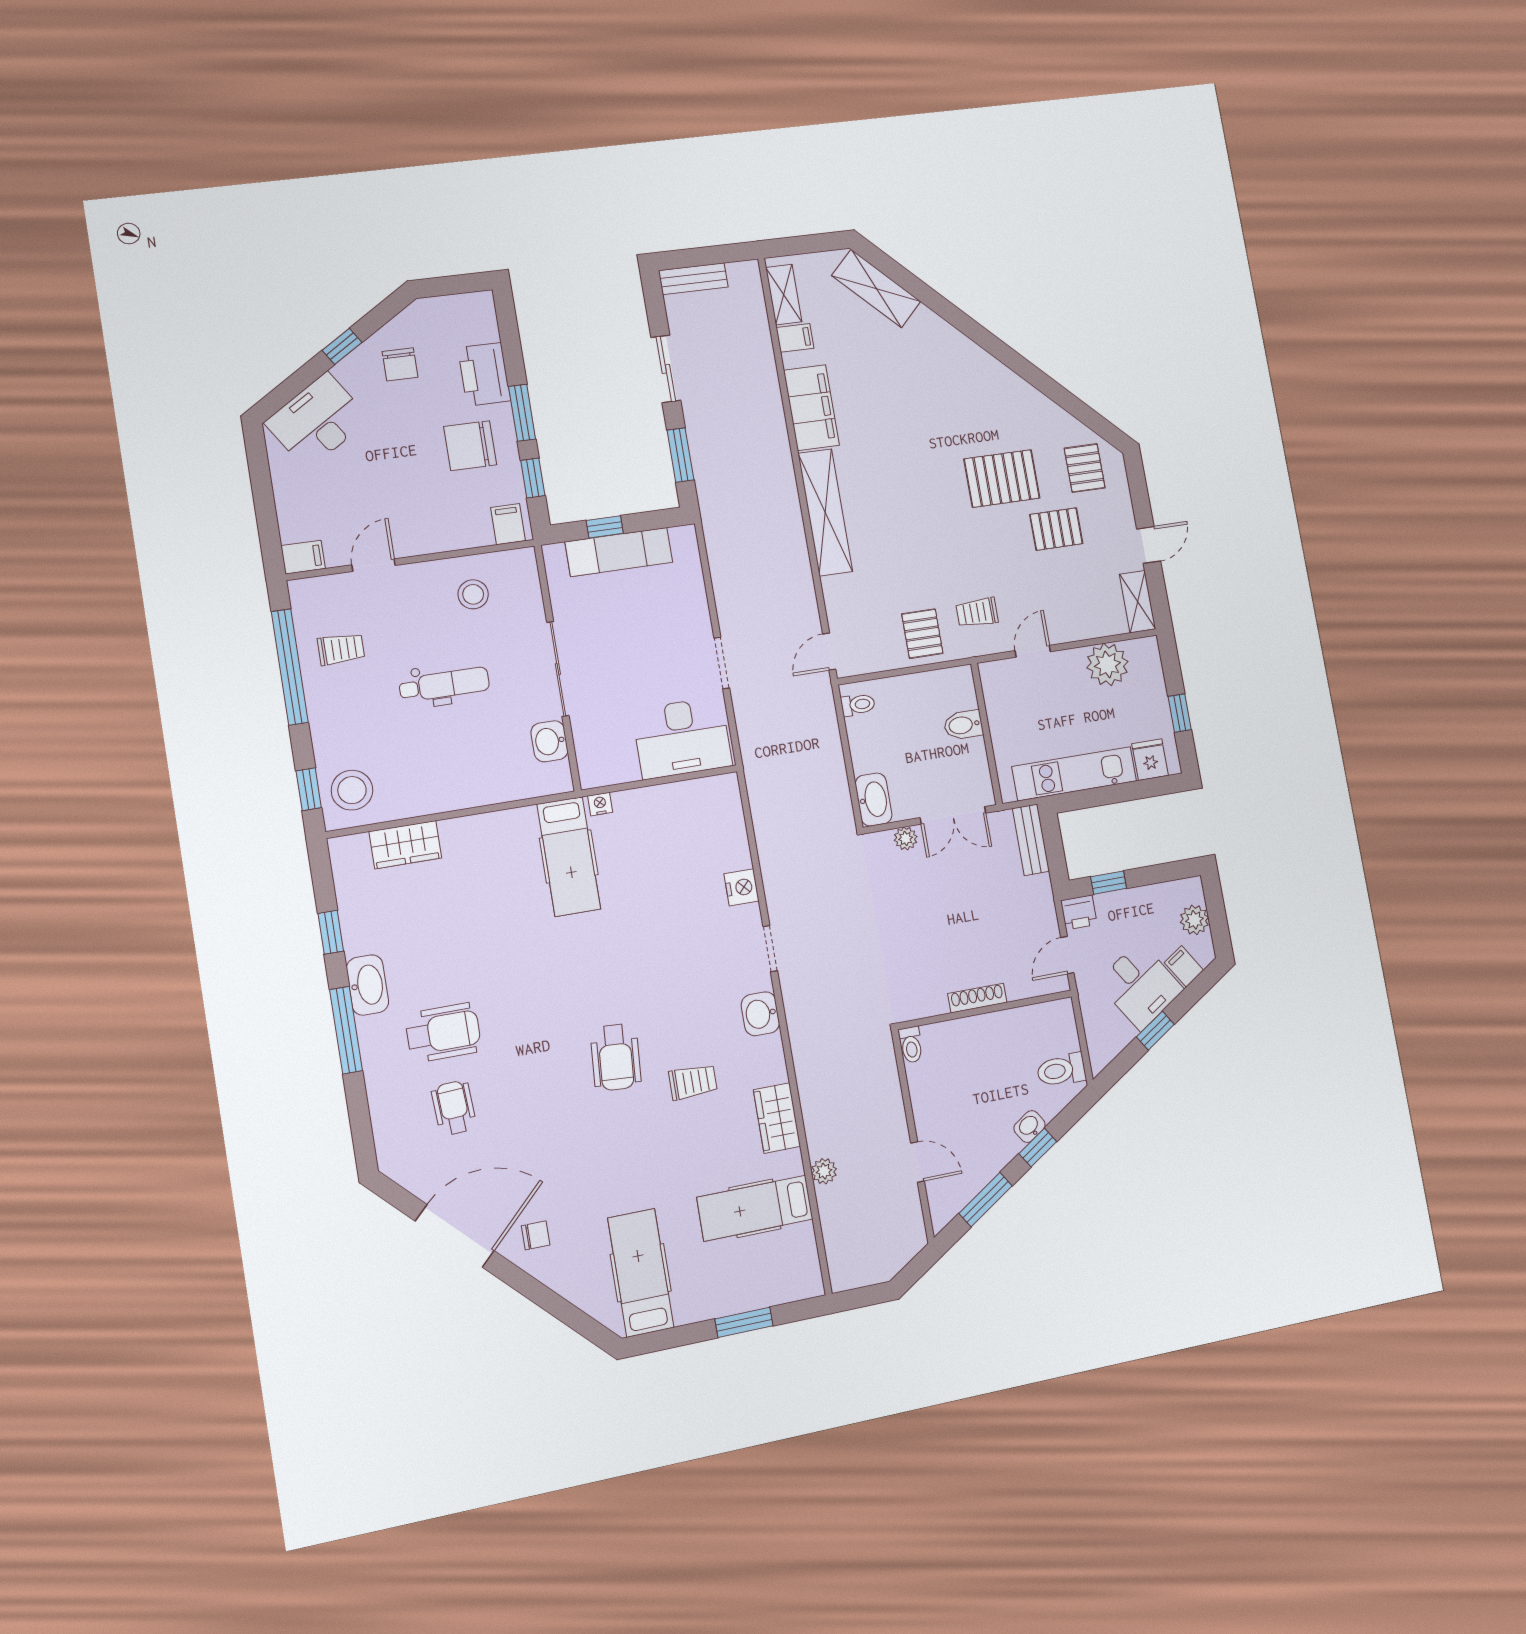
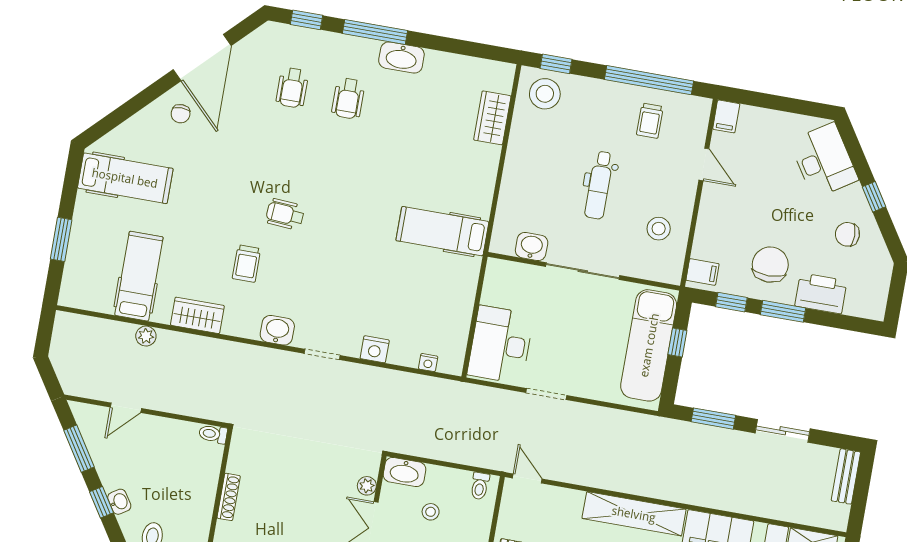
exam couch: (619, 552) -> (649, 345), width x1.36, depth x1.45
stool: (909, 752) -> (431, 512), added
nightstand: (600, 804) -> (428, 363), moved, turned 90
window: (331, 932) -> (306, 20), moved
wheelchair: (443, 1033) -> (348, 99), width x0.73, depth x0.73
wheelchair: (616, 1057) -> (285, 214), width x0.73, depth x0.73
wheelchair: (454, 1108) -> (292, 88), turned 93

